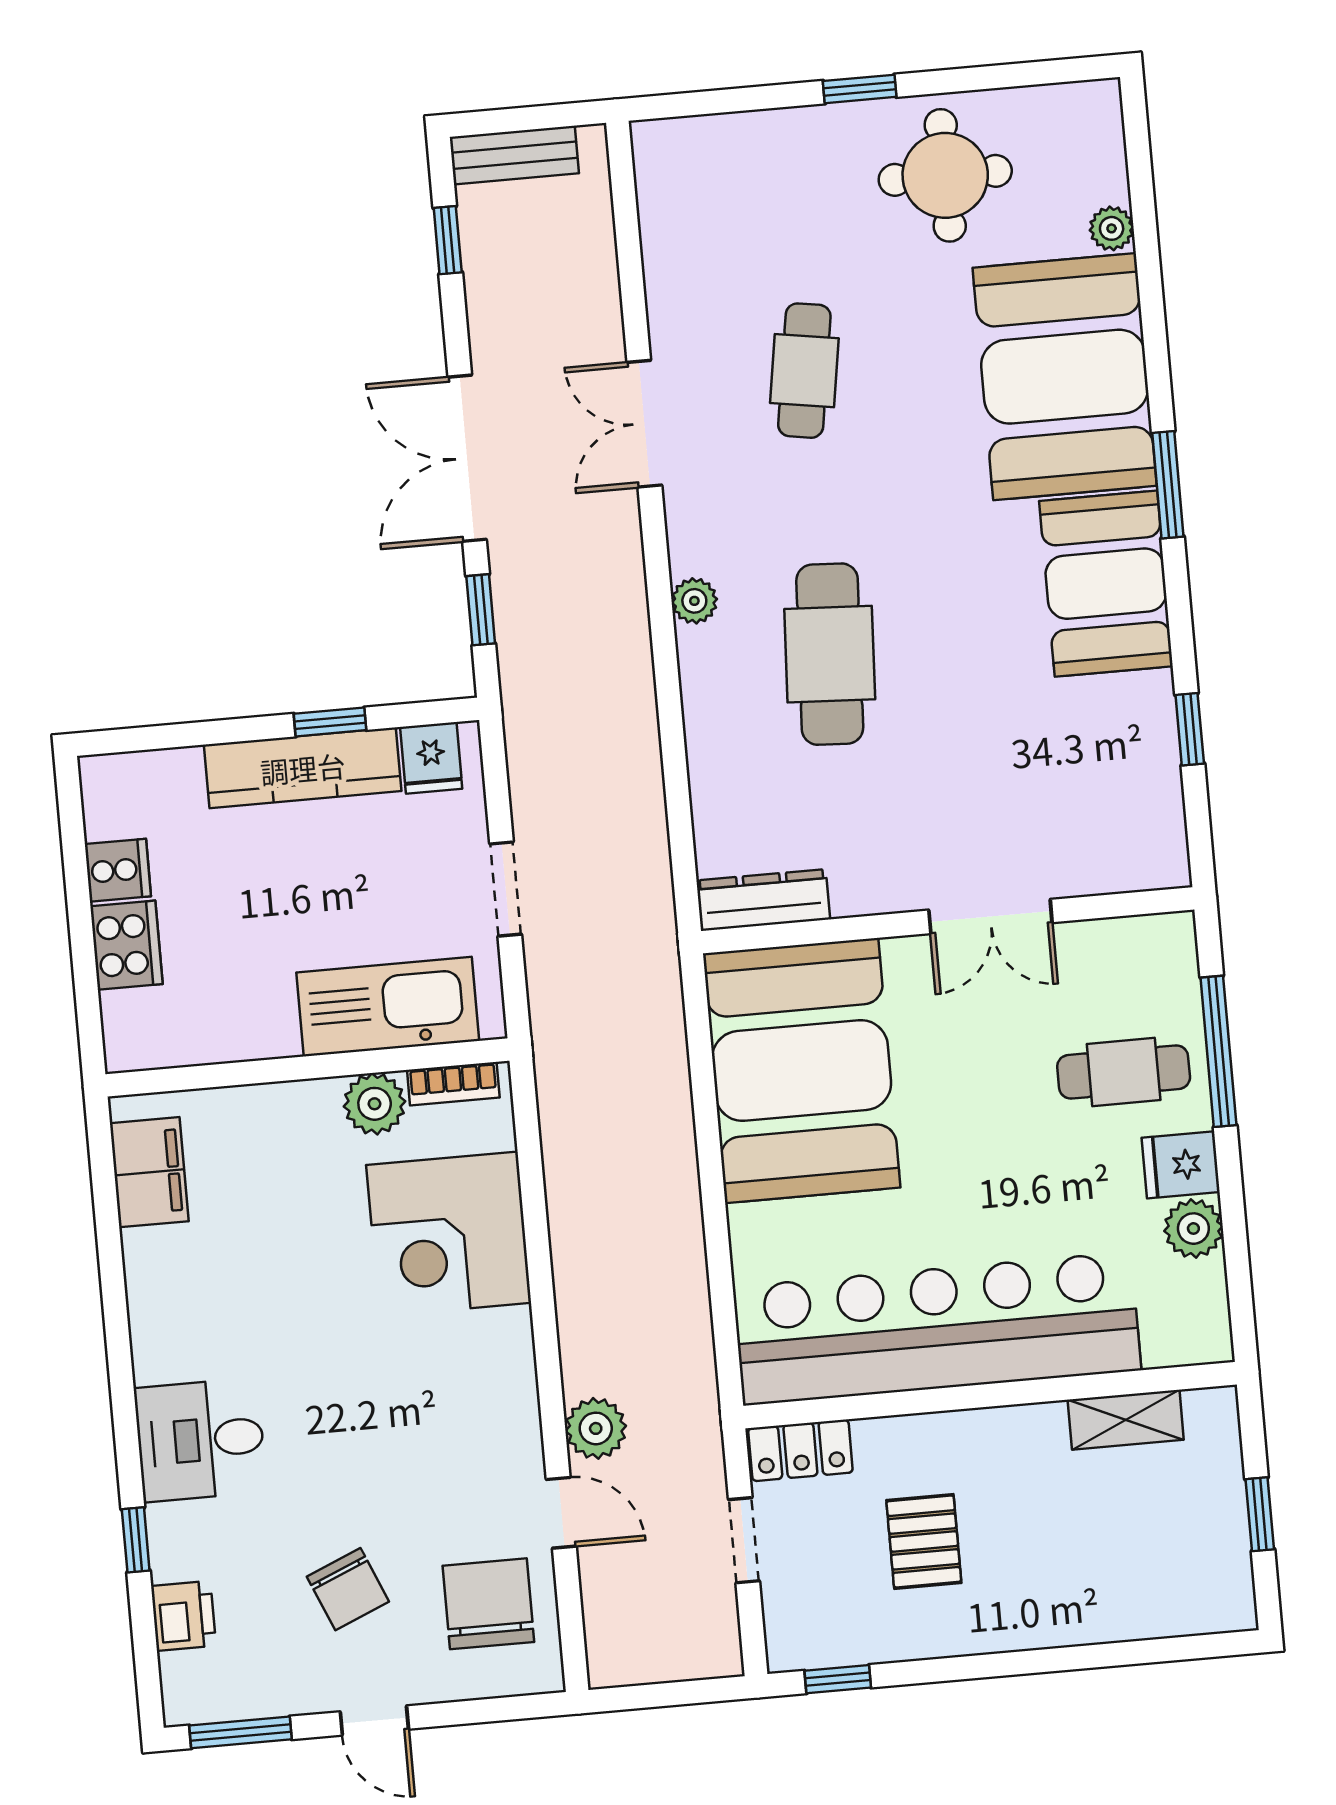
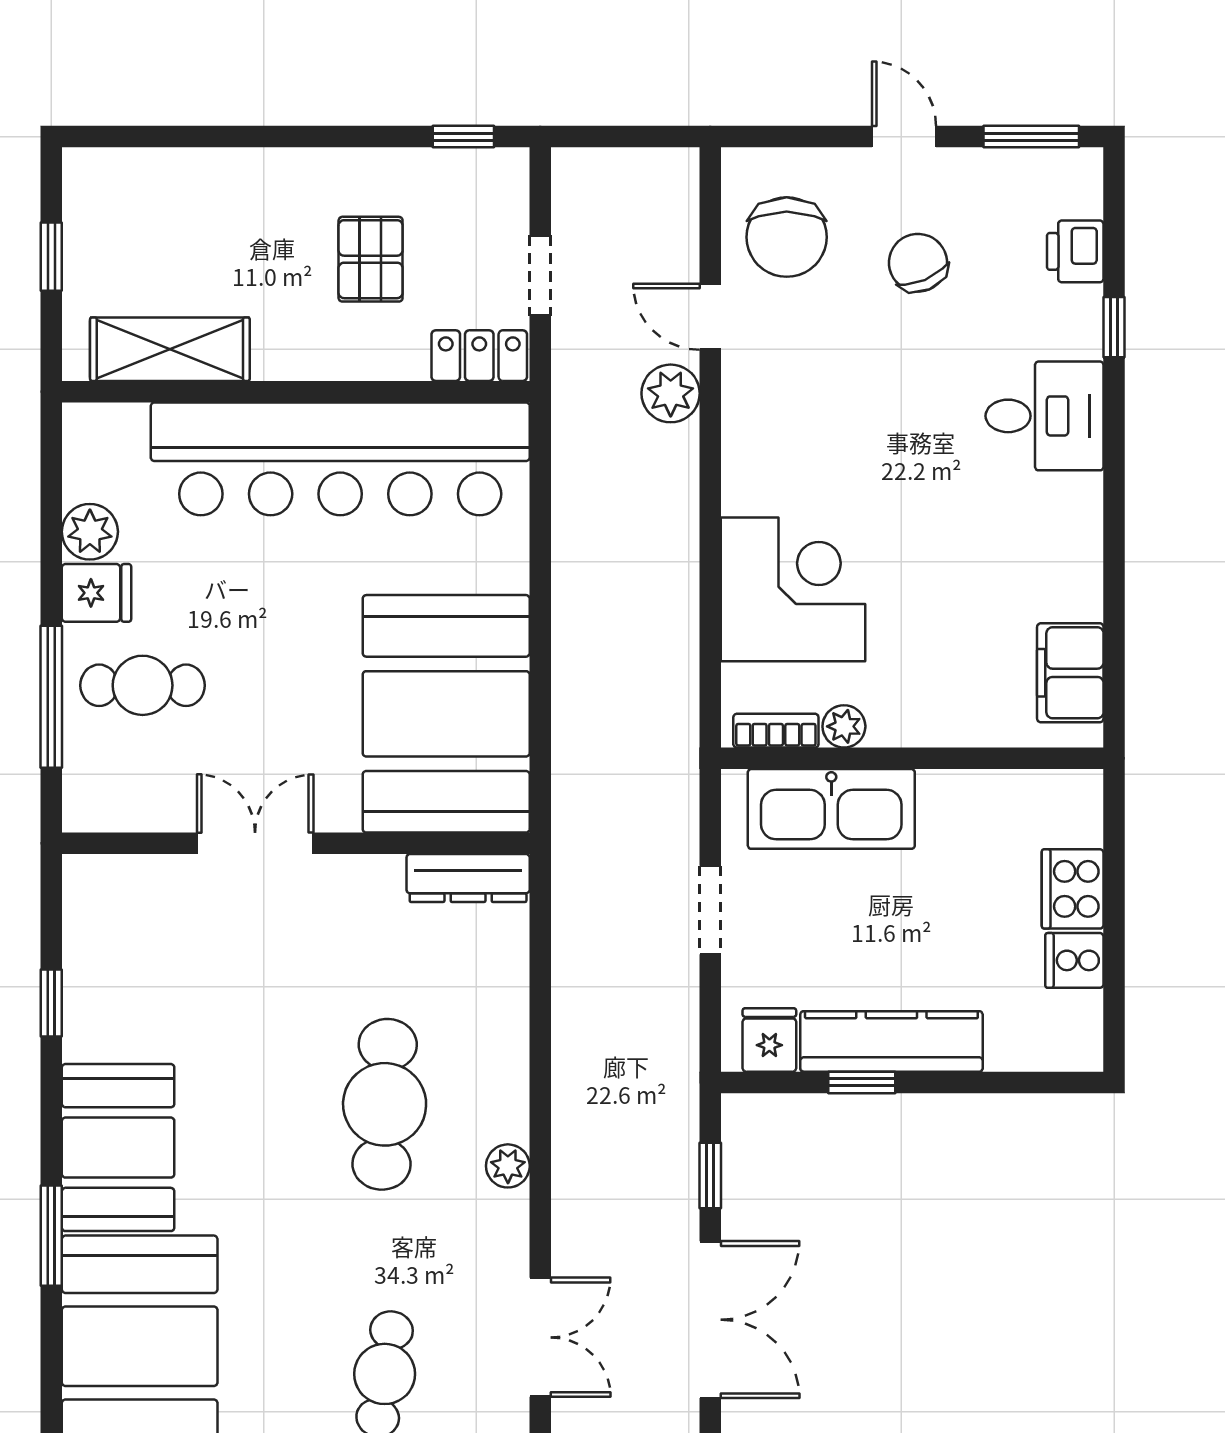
plant: (375, 1104) -> (844, 726), width x0.73, depth x0.73
shelving: (1126, 1420) -> (170, 349), width x1.50, depth x1.33

